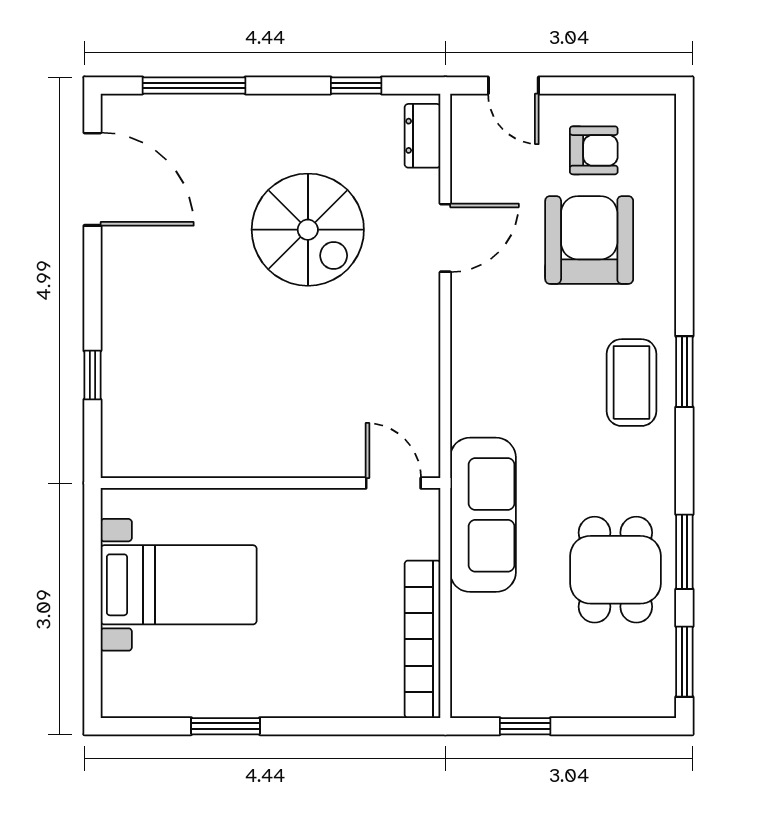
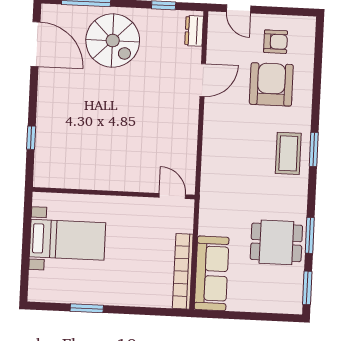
spiral stairs: (308, 230) -> (113, 41), moved
sofa: (483, 515) -> (212, 273), moved
dining table: (615, 570) -> (276, 242), turned 90
window: (525, 726) -> (230, 315), removed

